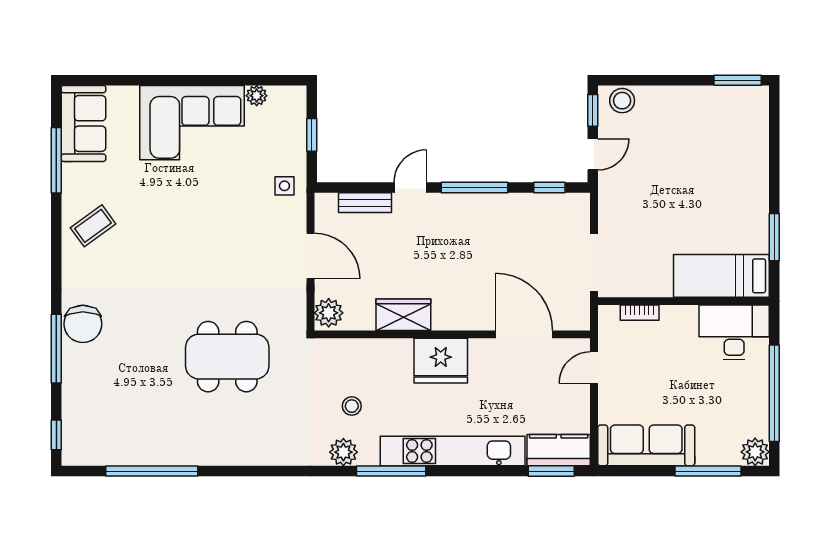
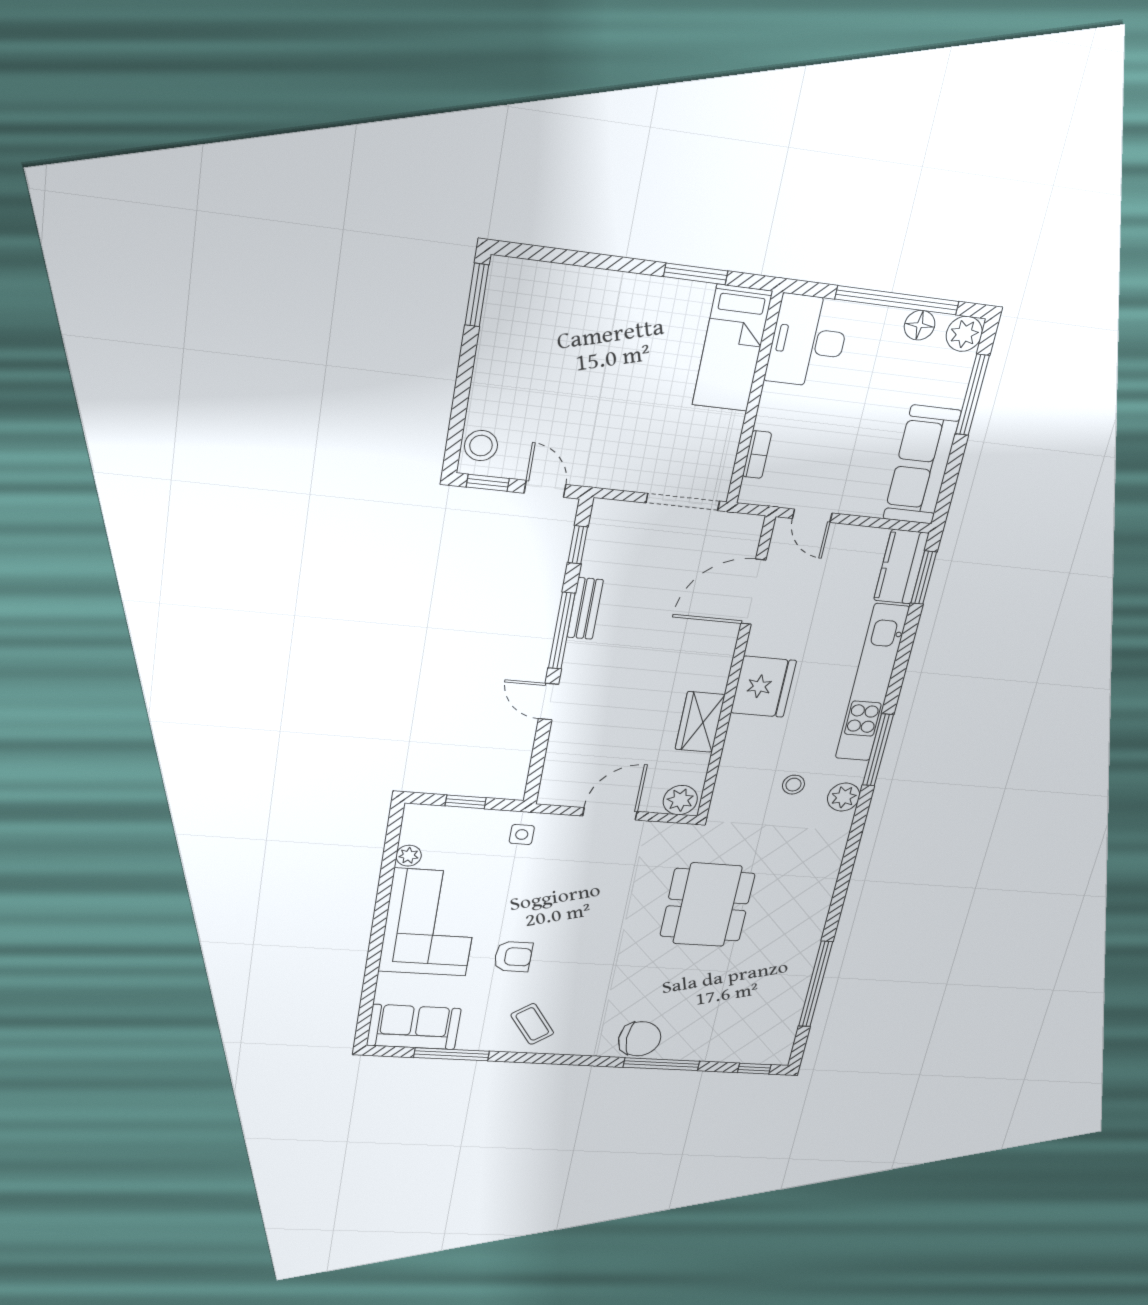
armchair: (162, 198) -> (513, 957), added
bench: (365, 203) -> (585, 608), moved
floor lamp: (757, 415) -> (920, 325), added

